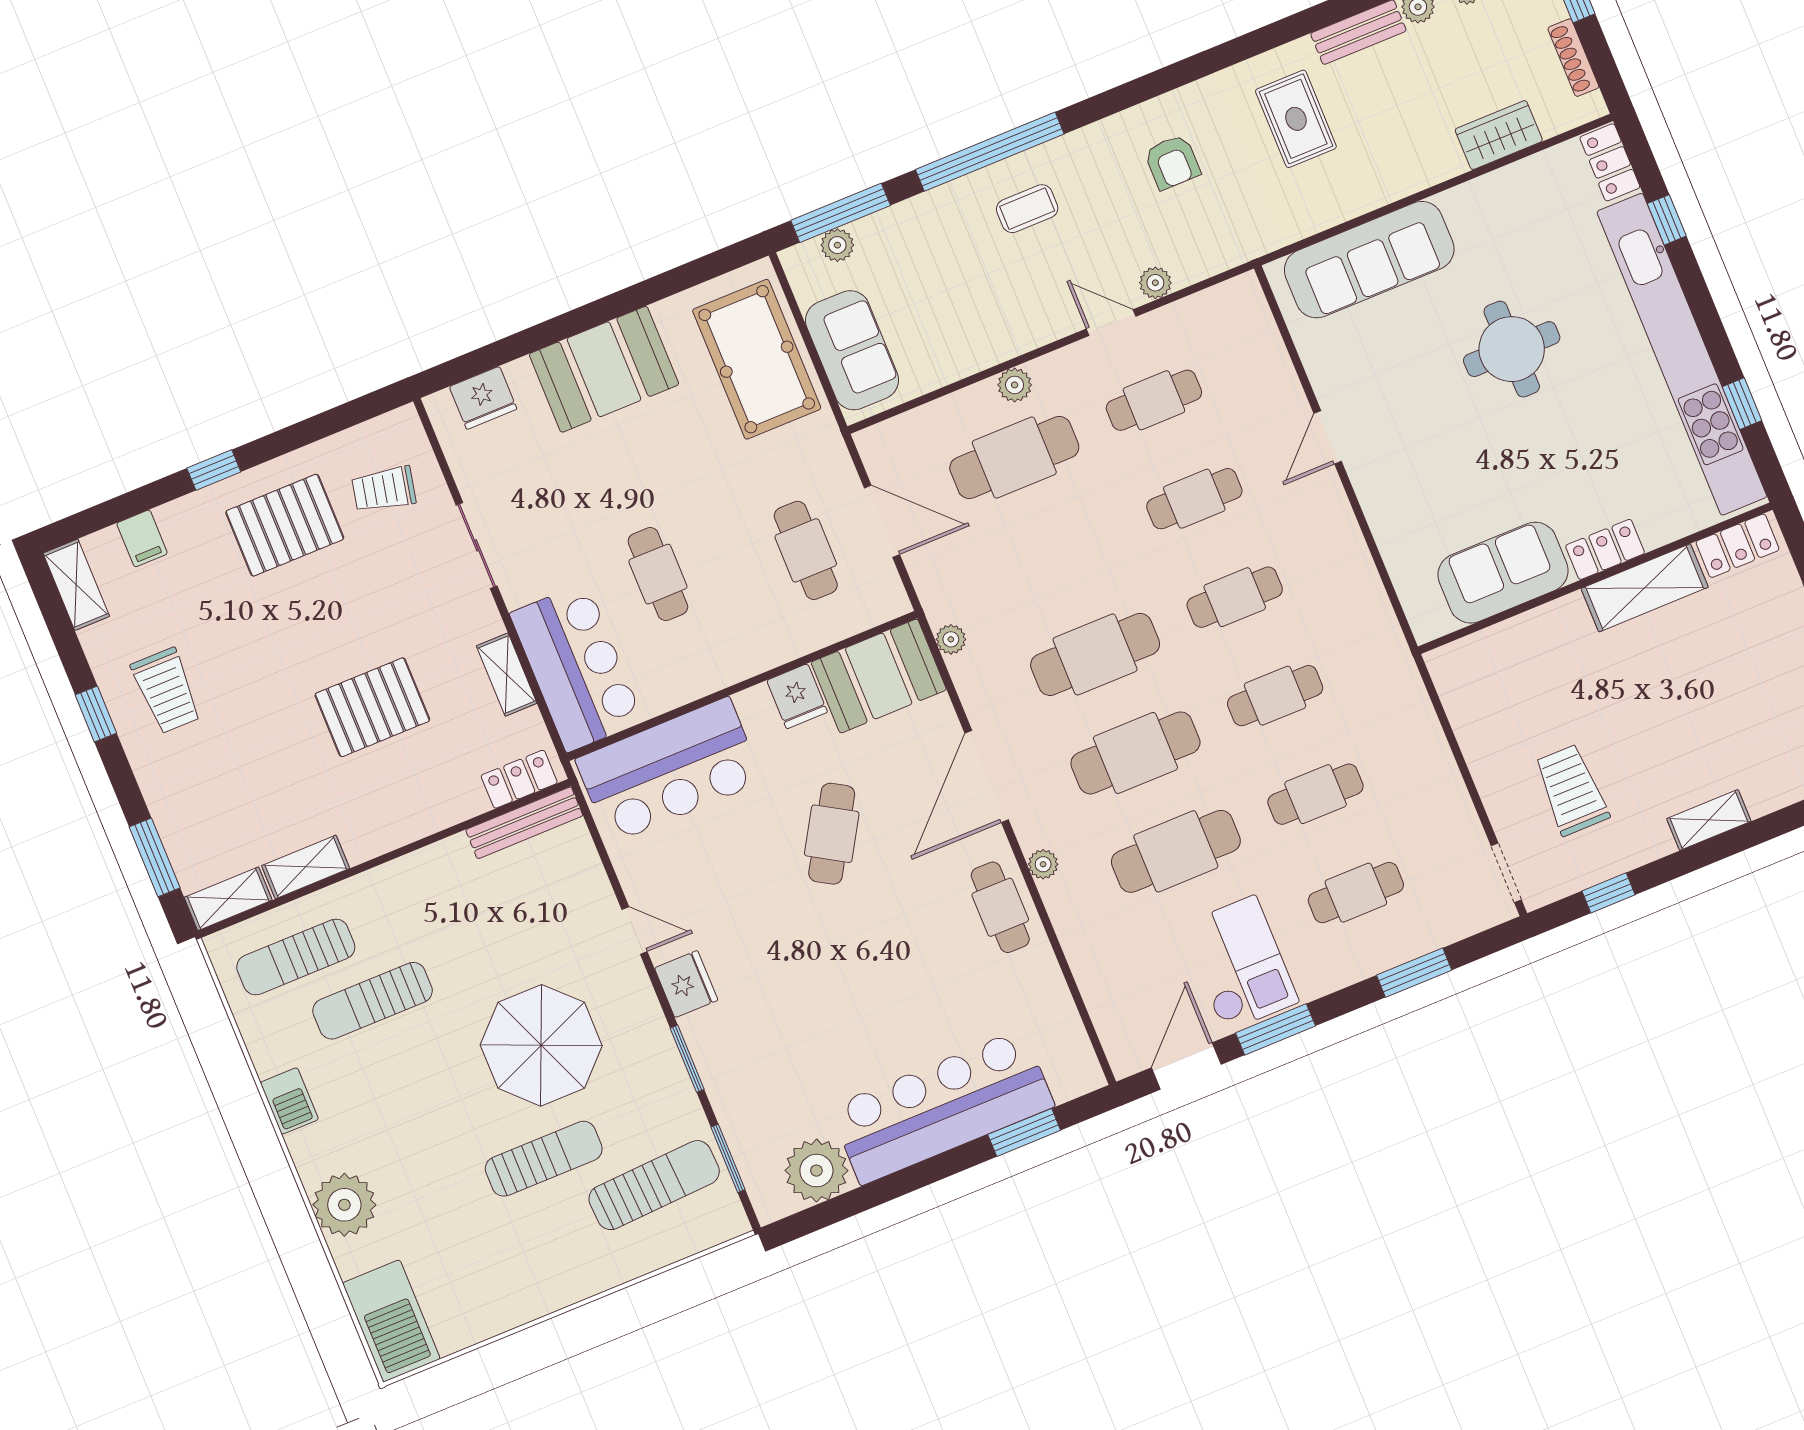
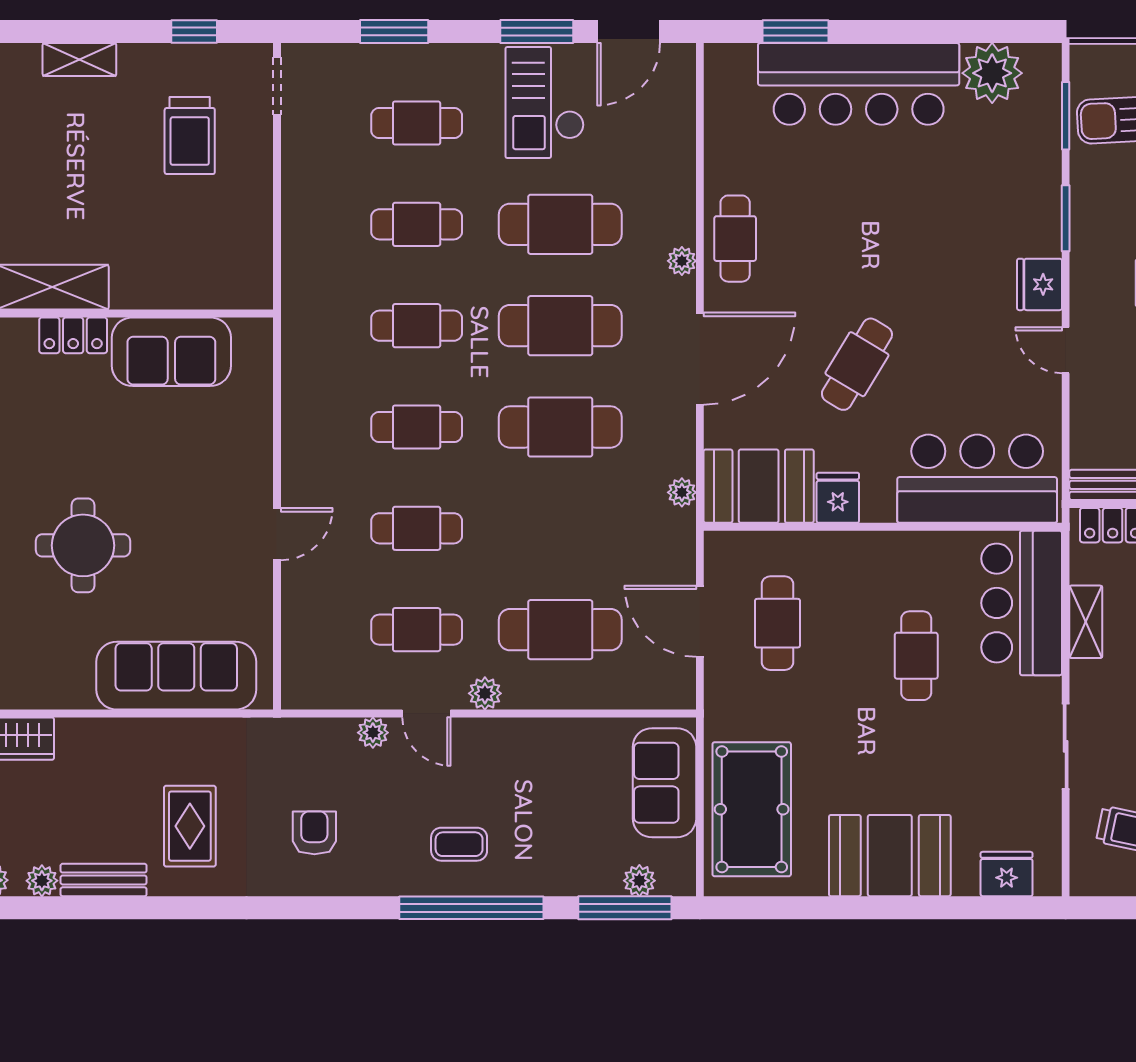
plant: (1015, 385) -> (485, 693), moved

